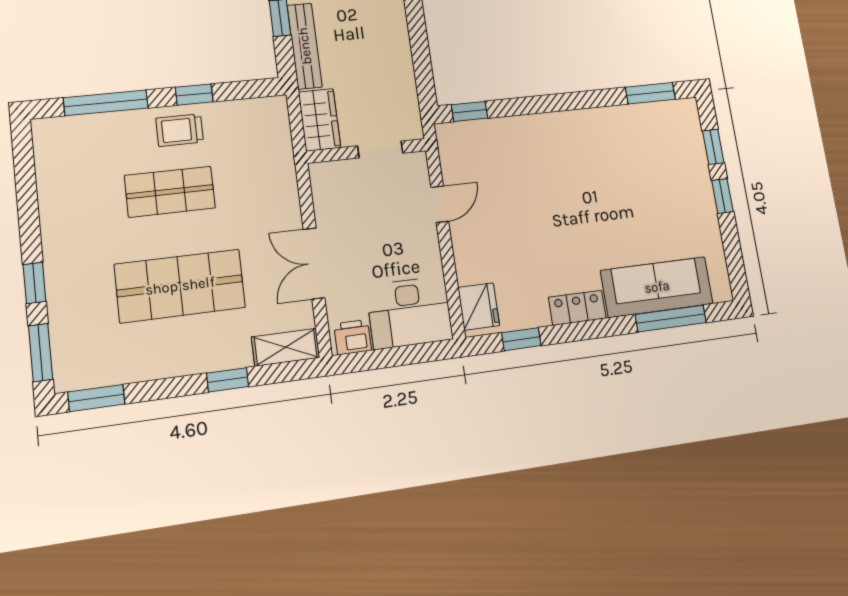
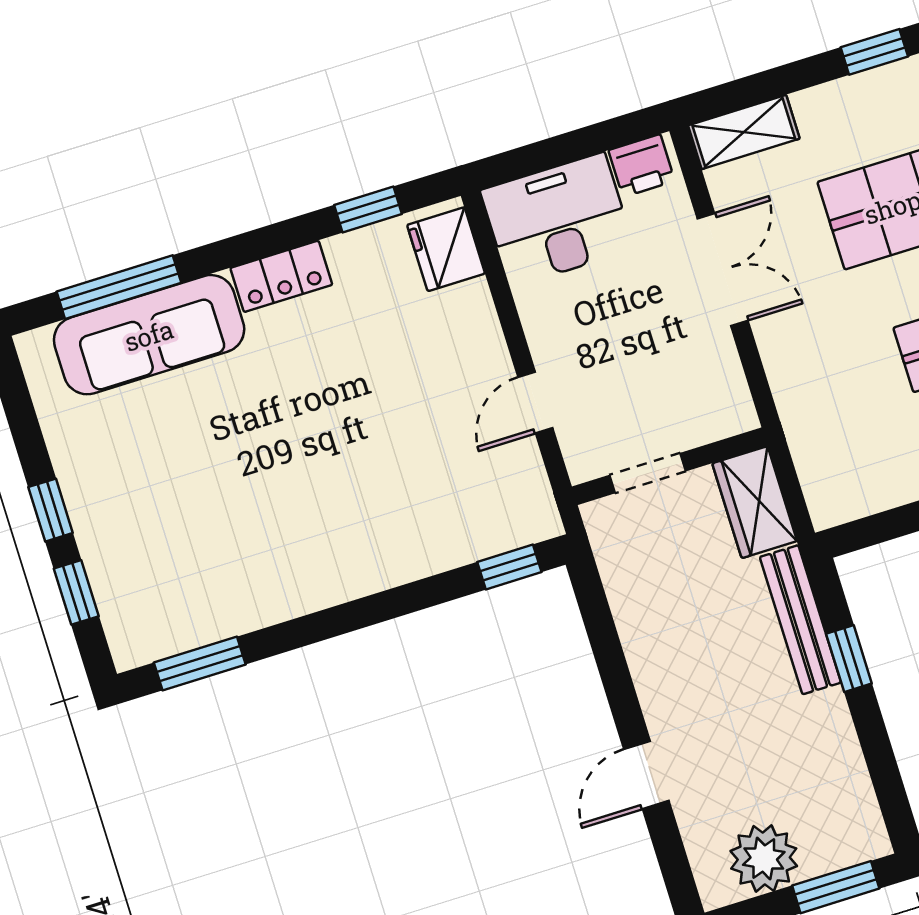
window: (228, 380) -> (874, 52), moved

